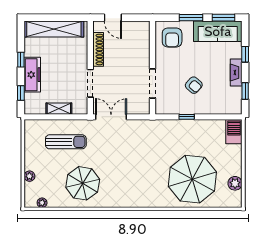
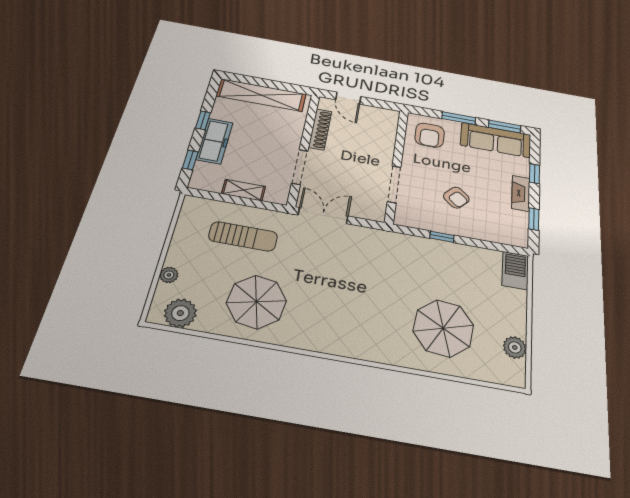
parasol: (192, 179) -> (443, 328), width x0.73, depth x0.73
plant: (42, 203) -> (180, 313), width x1.87, depth x1.87

